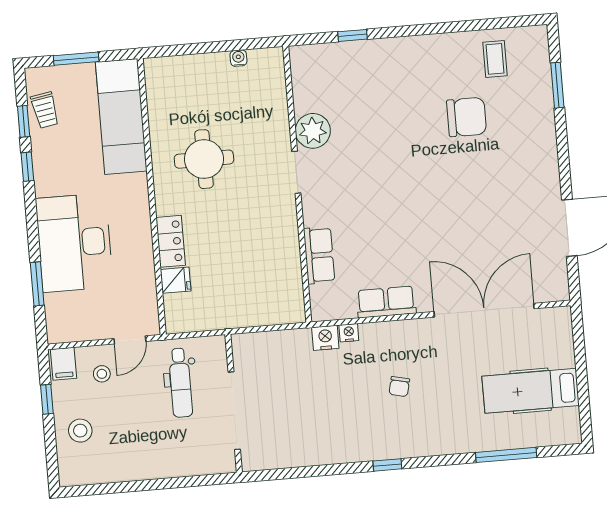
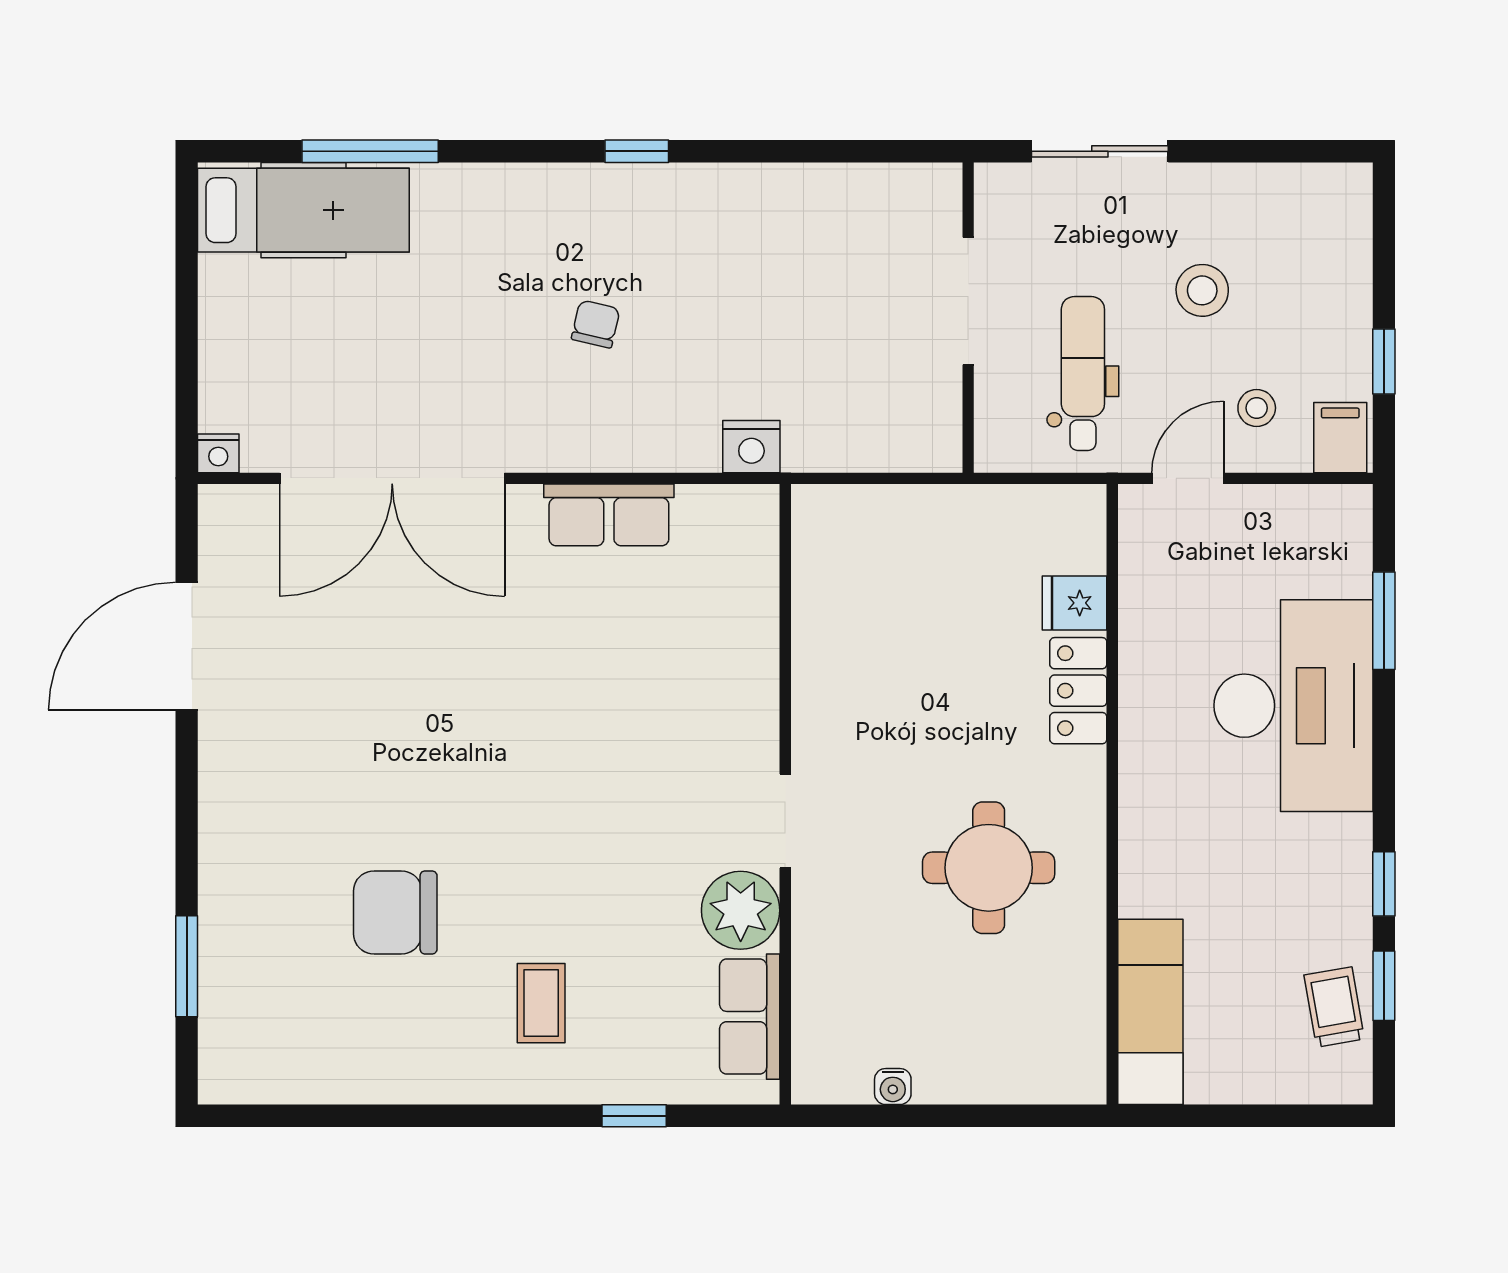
window: (76, 59) -> (1255, 1116), removed
coffee table: (495, 59) -> (541, 1003), moved
exam couch: (121, 117) -> (1150, 1012), width x0.73, depth x0.69
row of seats: (319, 255) -> (750, 1017), moved
nightstand: (349, 333) -> (218, 453), moved
hospital bed: (531, 391) -> (303, 210), moved
doorway: (234, 411) -> (968, 301), width x0.73
stool: (80, 431) -> (1202, 290), moved
sliding door: (181, 482) -> (1100, 151), added

